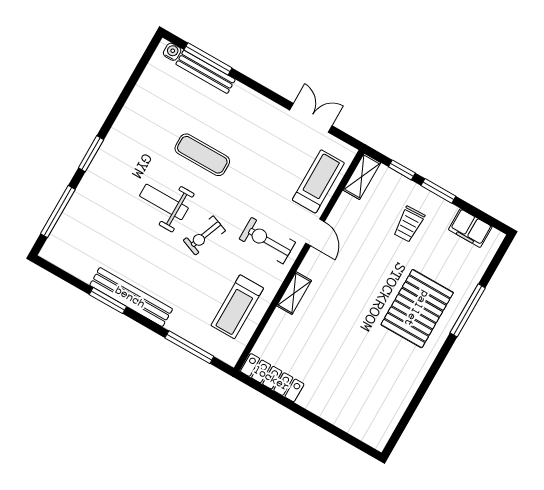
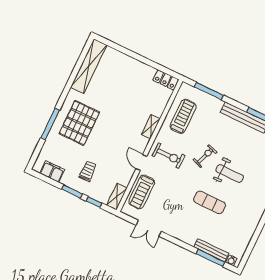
locker: (272, 378) -> (166, 80), width x0.66
shelving: (394, 405) -> (89, 66), added

